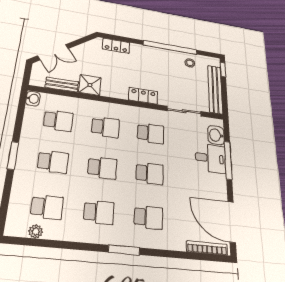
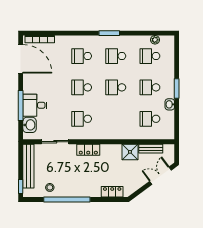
washbasin: (33, 99) -> (170, 104), moved
school desk: (105, 127) -> (116, 119), removed
window: (124, 250) -> (109, 33), moved

